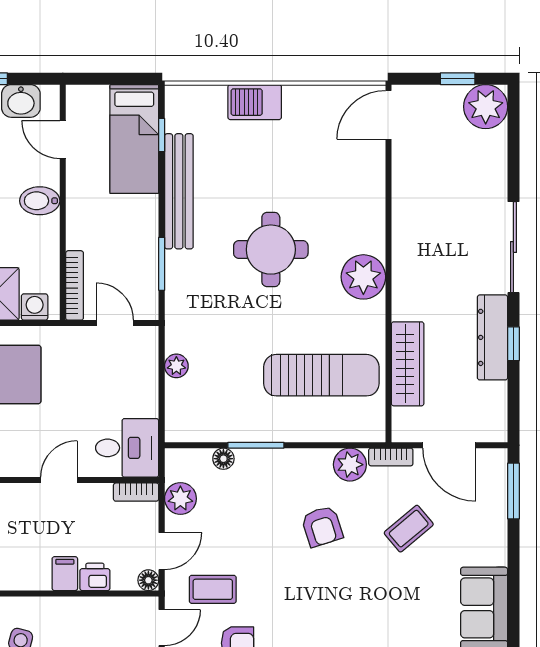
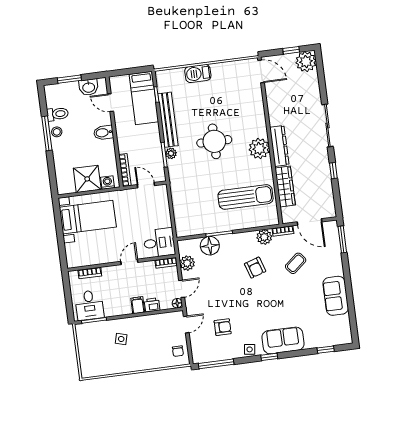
door: (388, 115) -> (261, 71), swing flipped
dresser: (493, 337) -> (279, 146), moved, turned 180
plant: (176, 366) -> (171, 153), moved
floor lamp: (223, 459) -> (210, 246), width x1.89, depth x1.89
coffee table: (213, 589) -> (208, 304), removed

